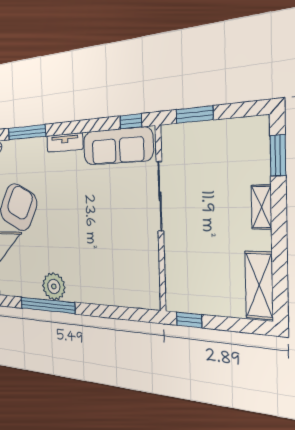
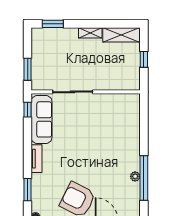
window: (27, 132) -> (28, 190), width x0.69
shelving: (261, 207) -> (90, 33), moved
plant: (54, 286) -> (135, 176), width x0.53, depth x0.53
window: (189, 320) -> (144, 59), moved

